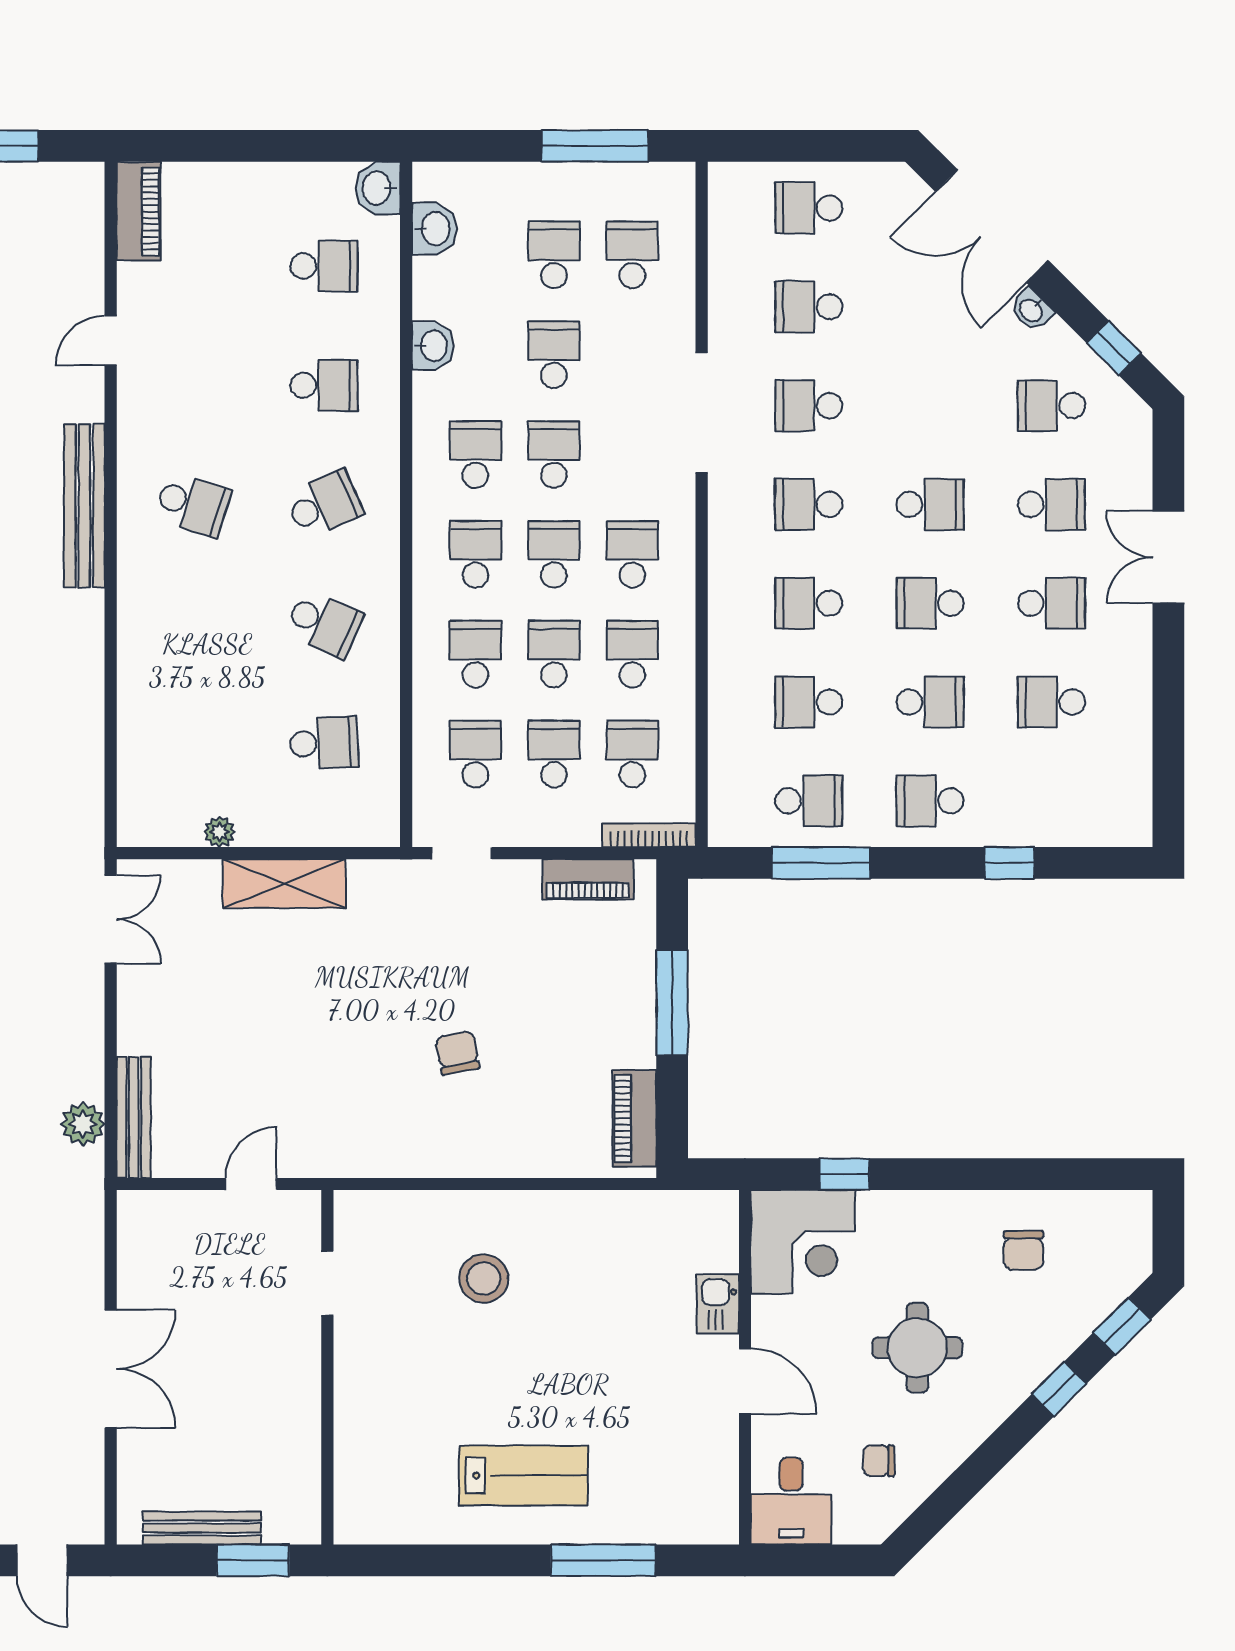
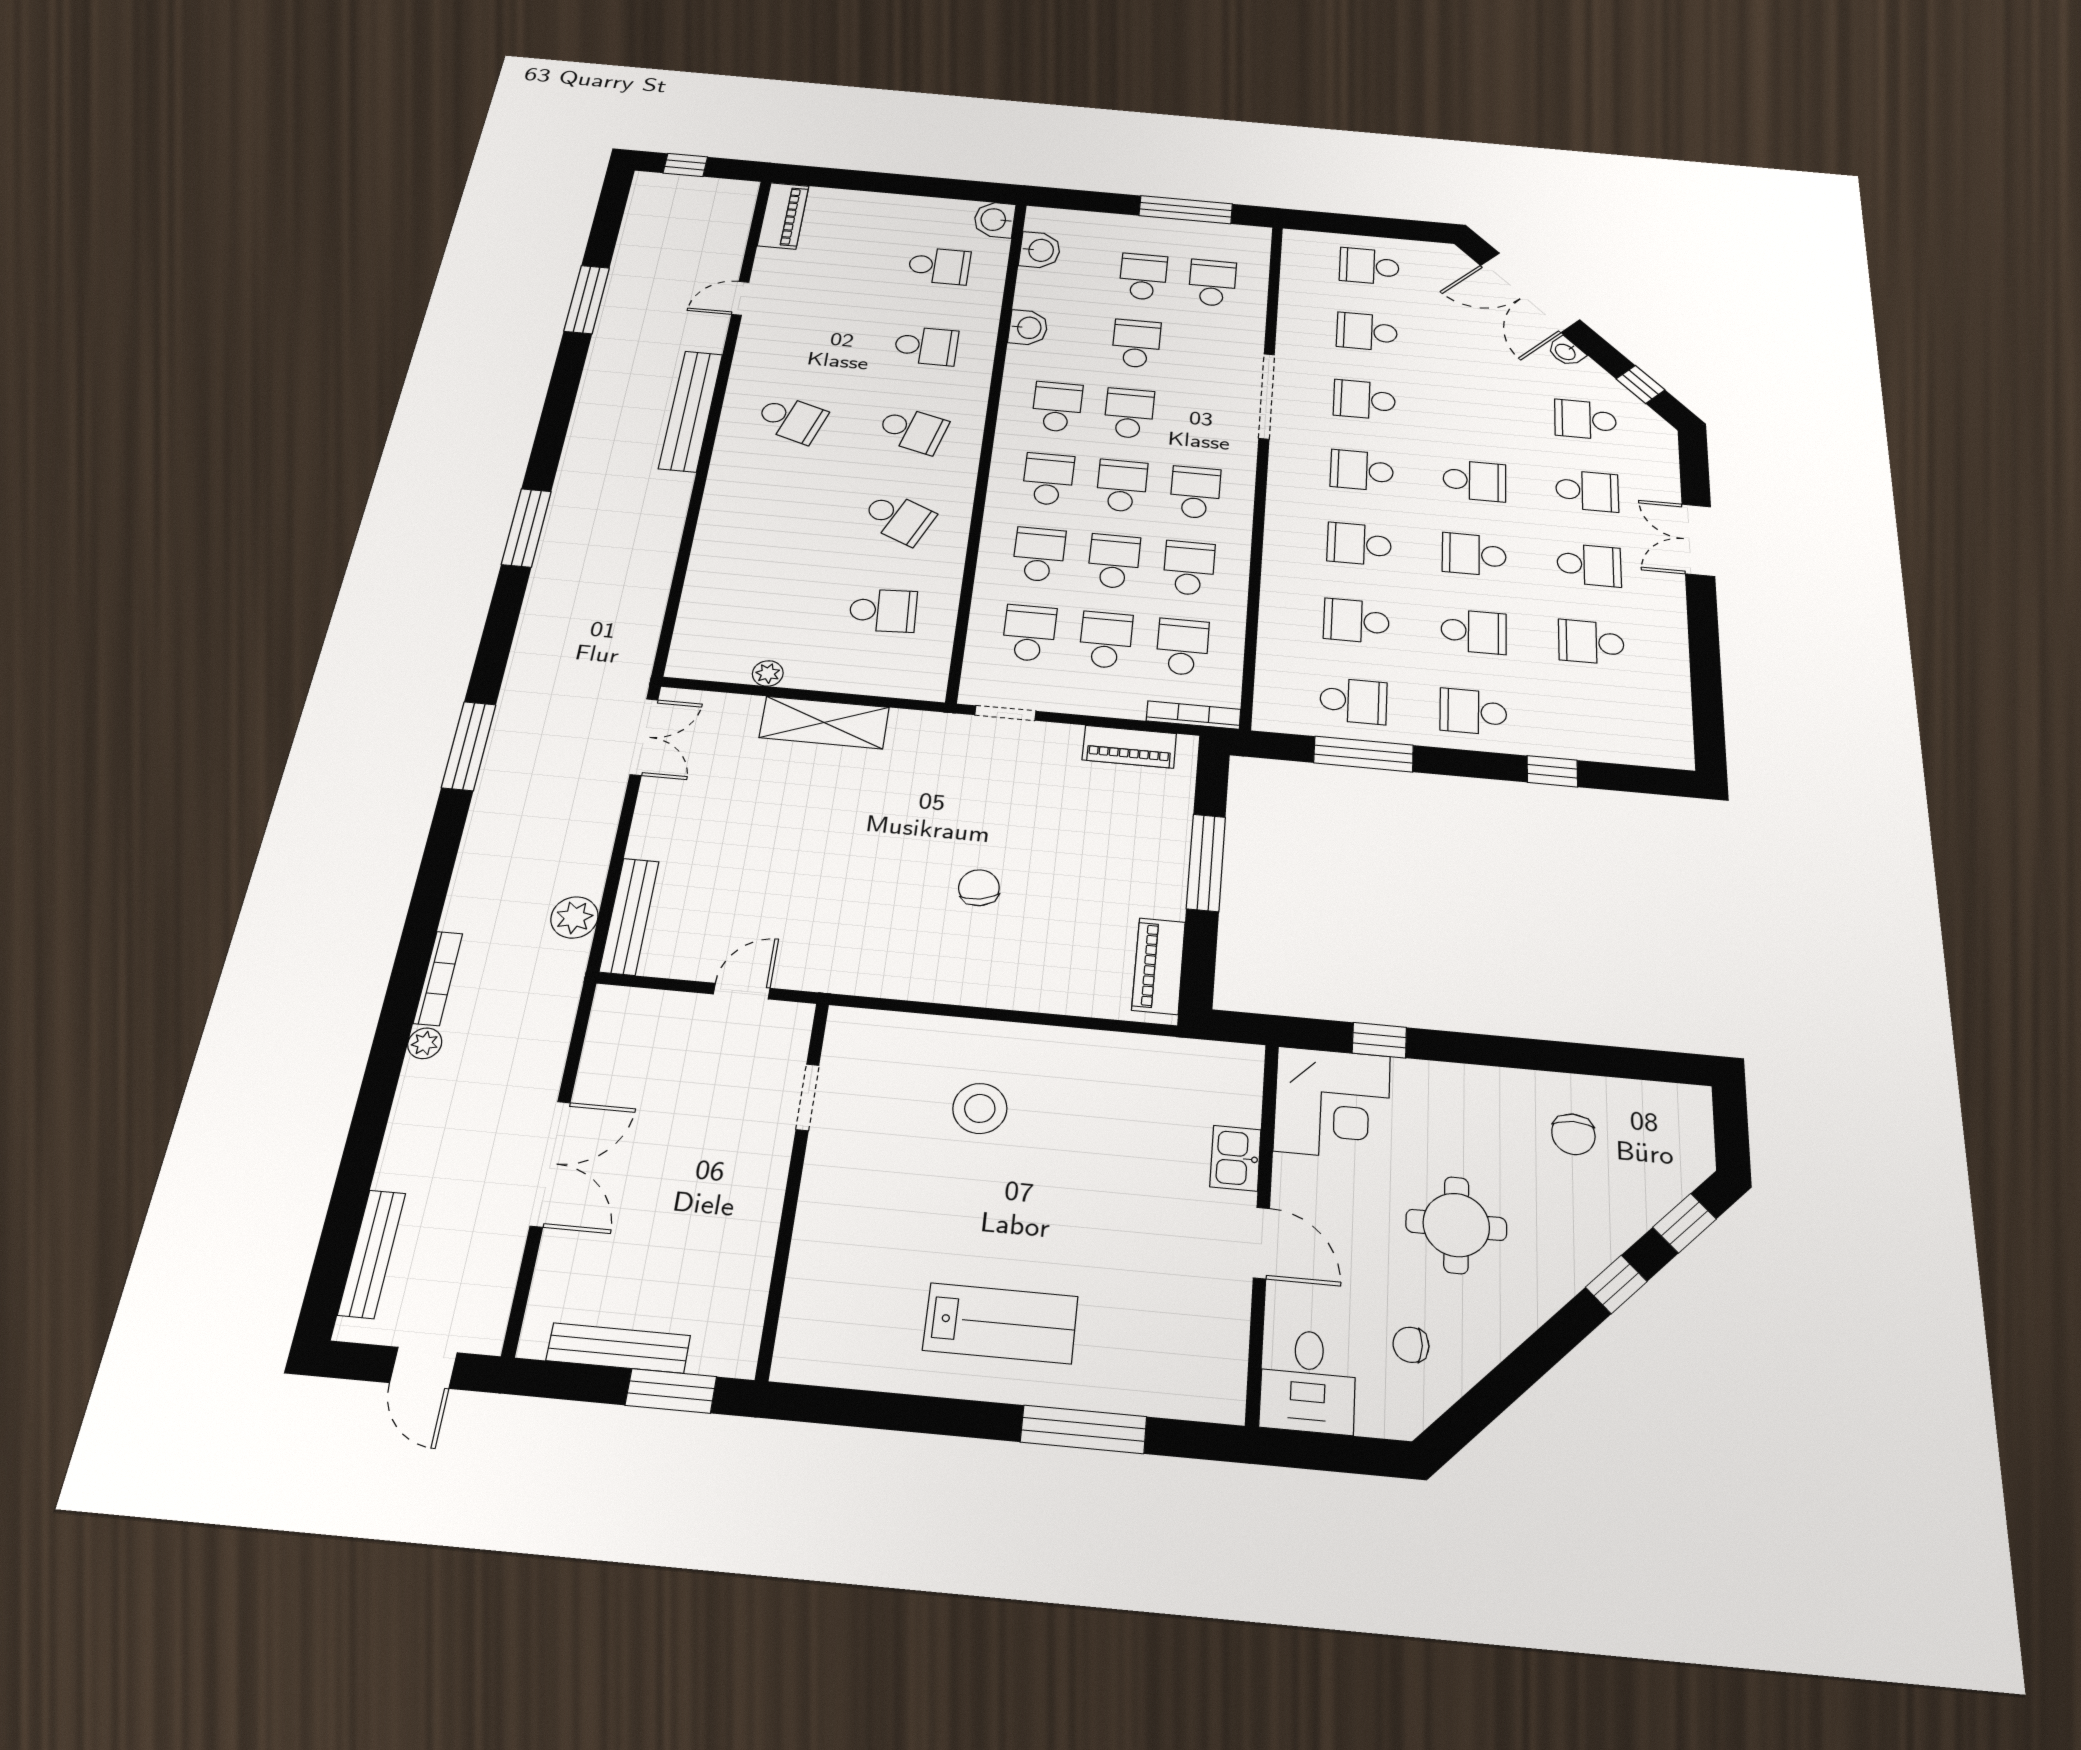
school desk: (324, 504) -> (913, 430), turned 39

